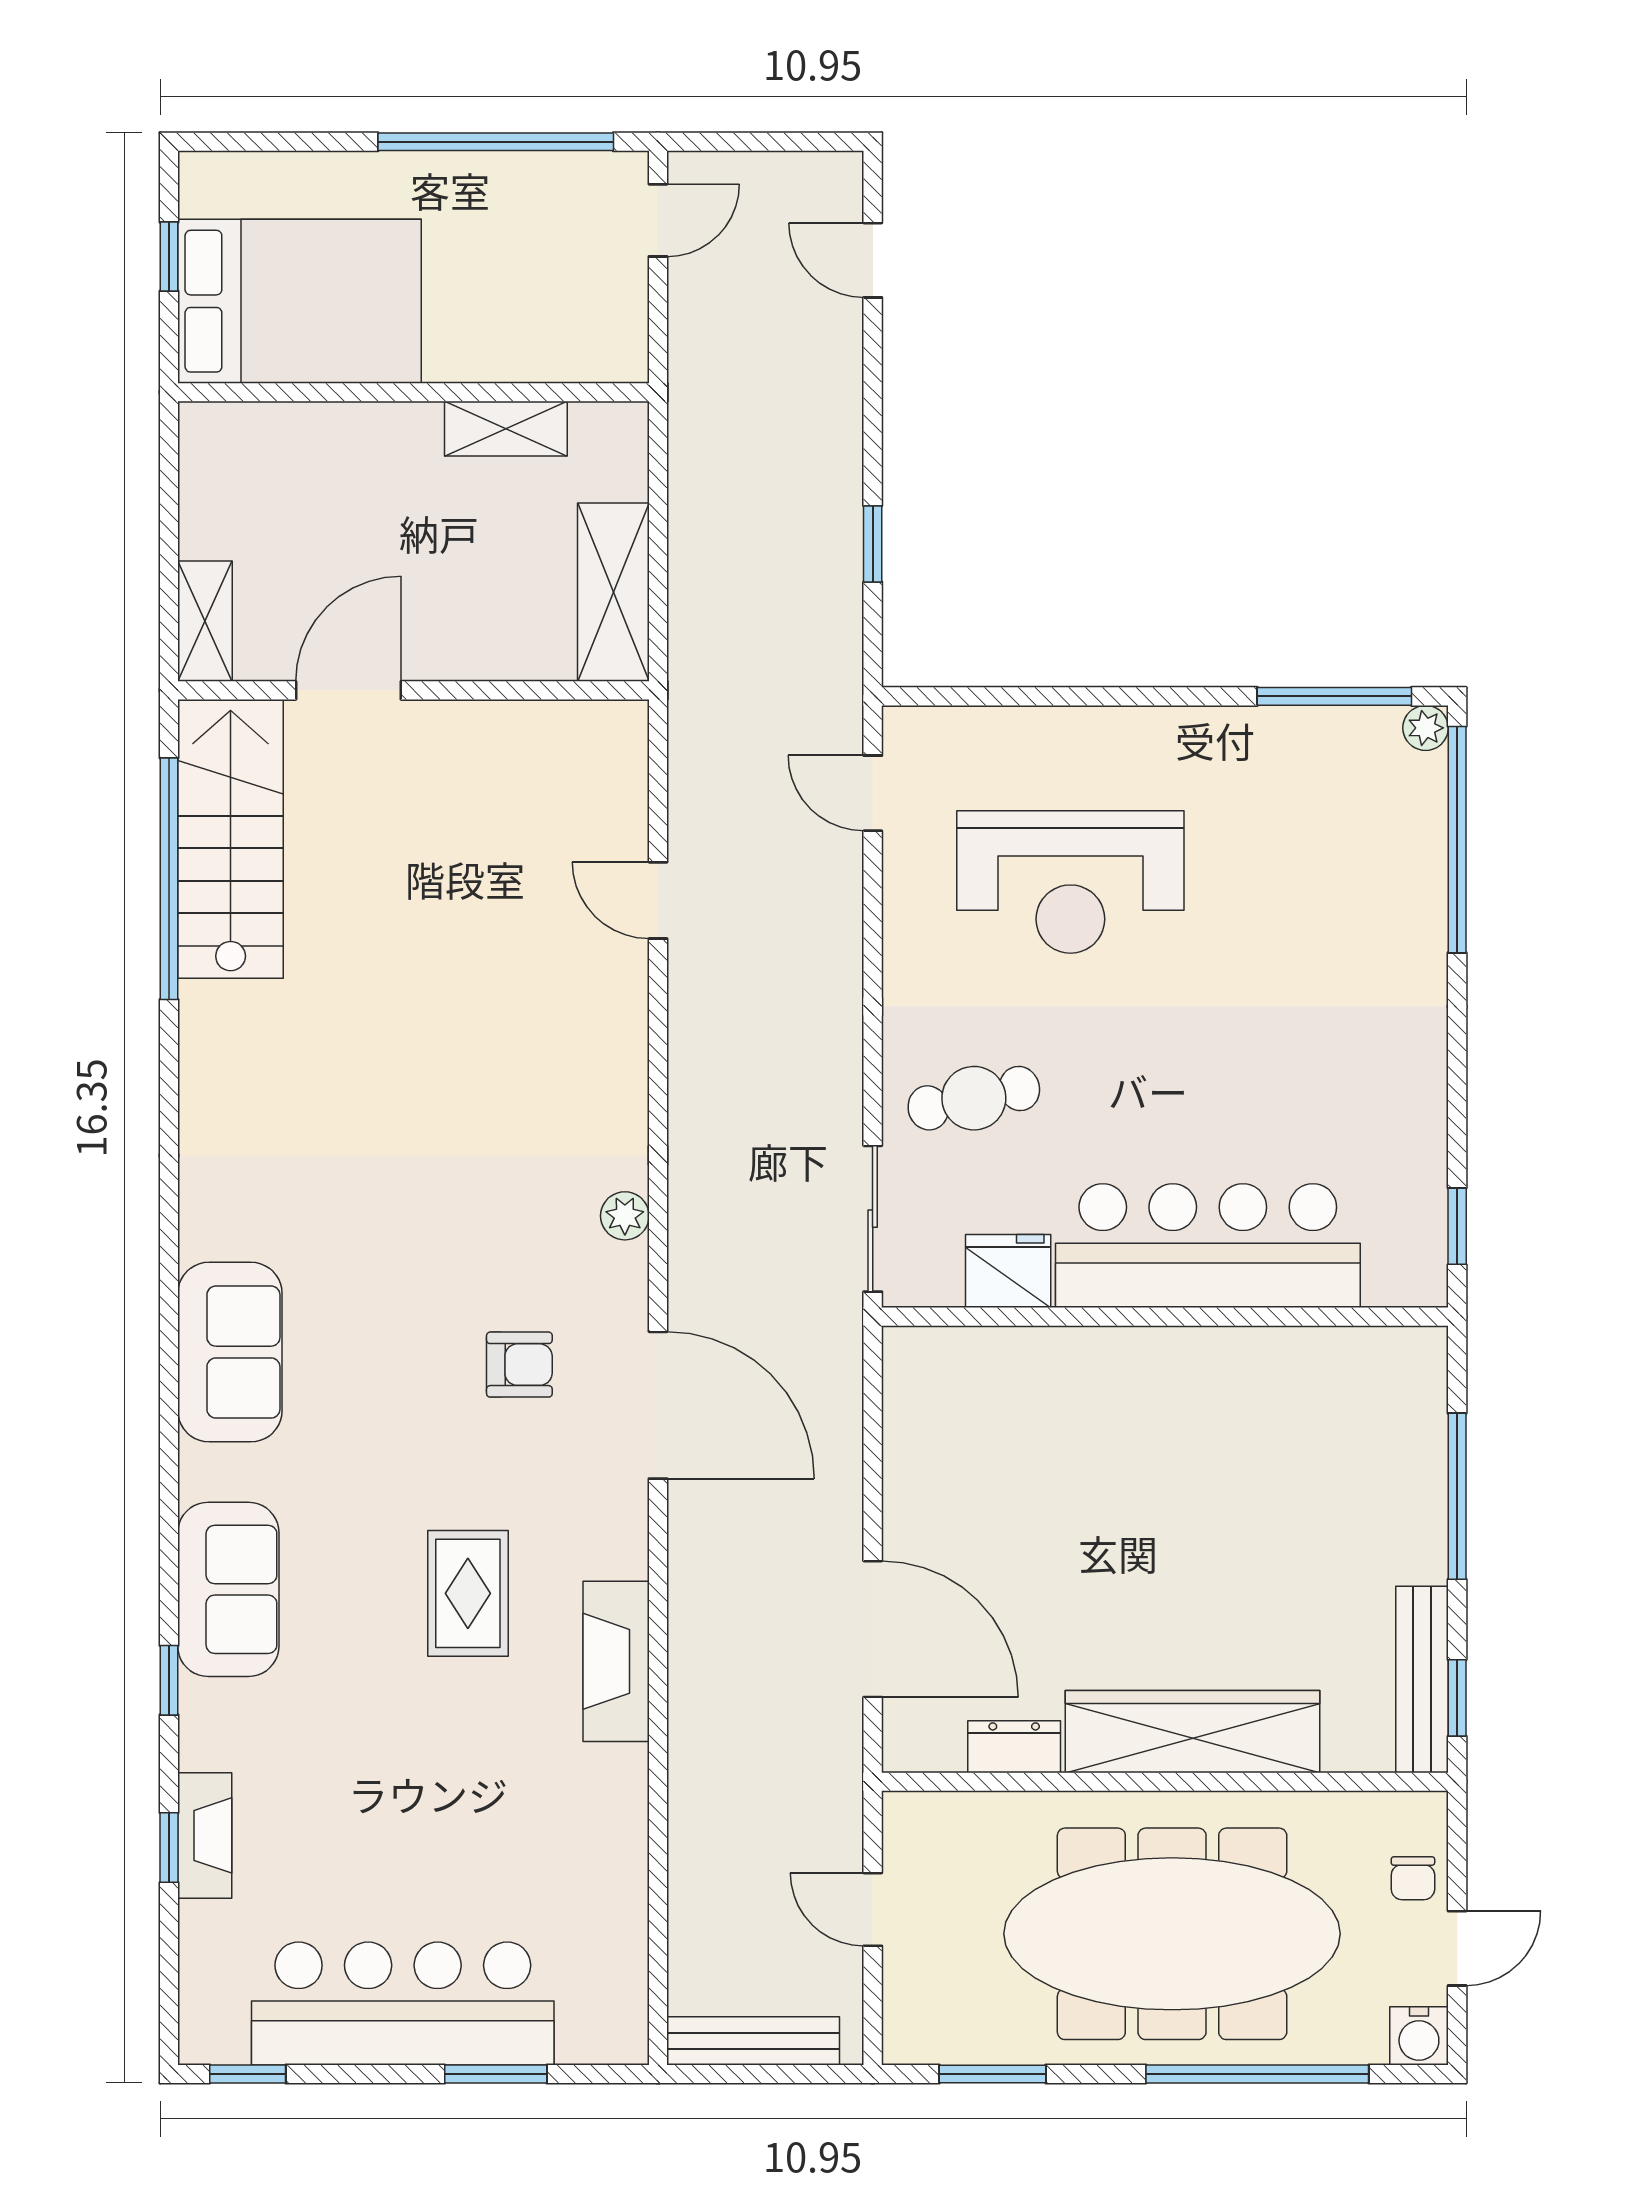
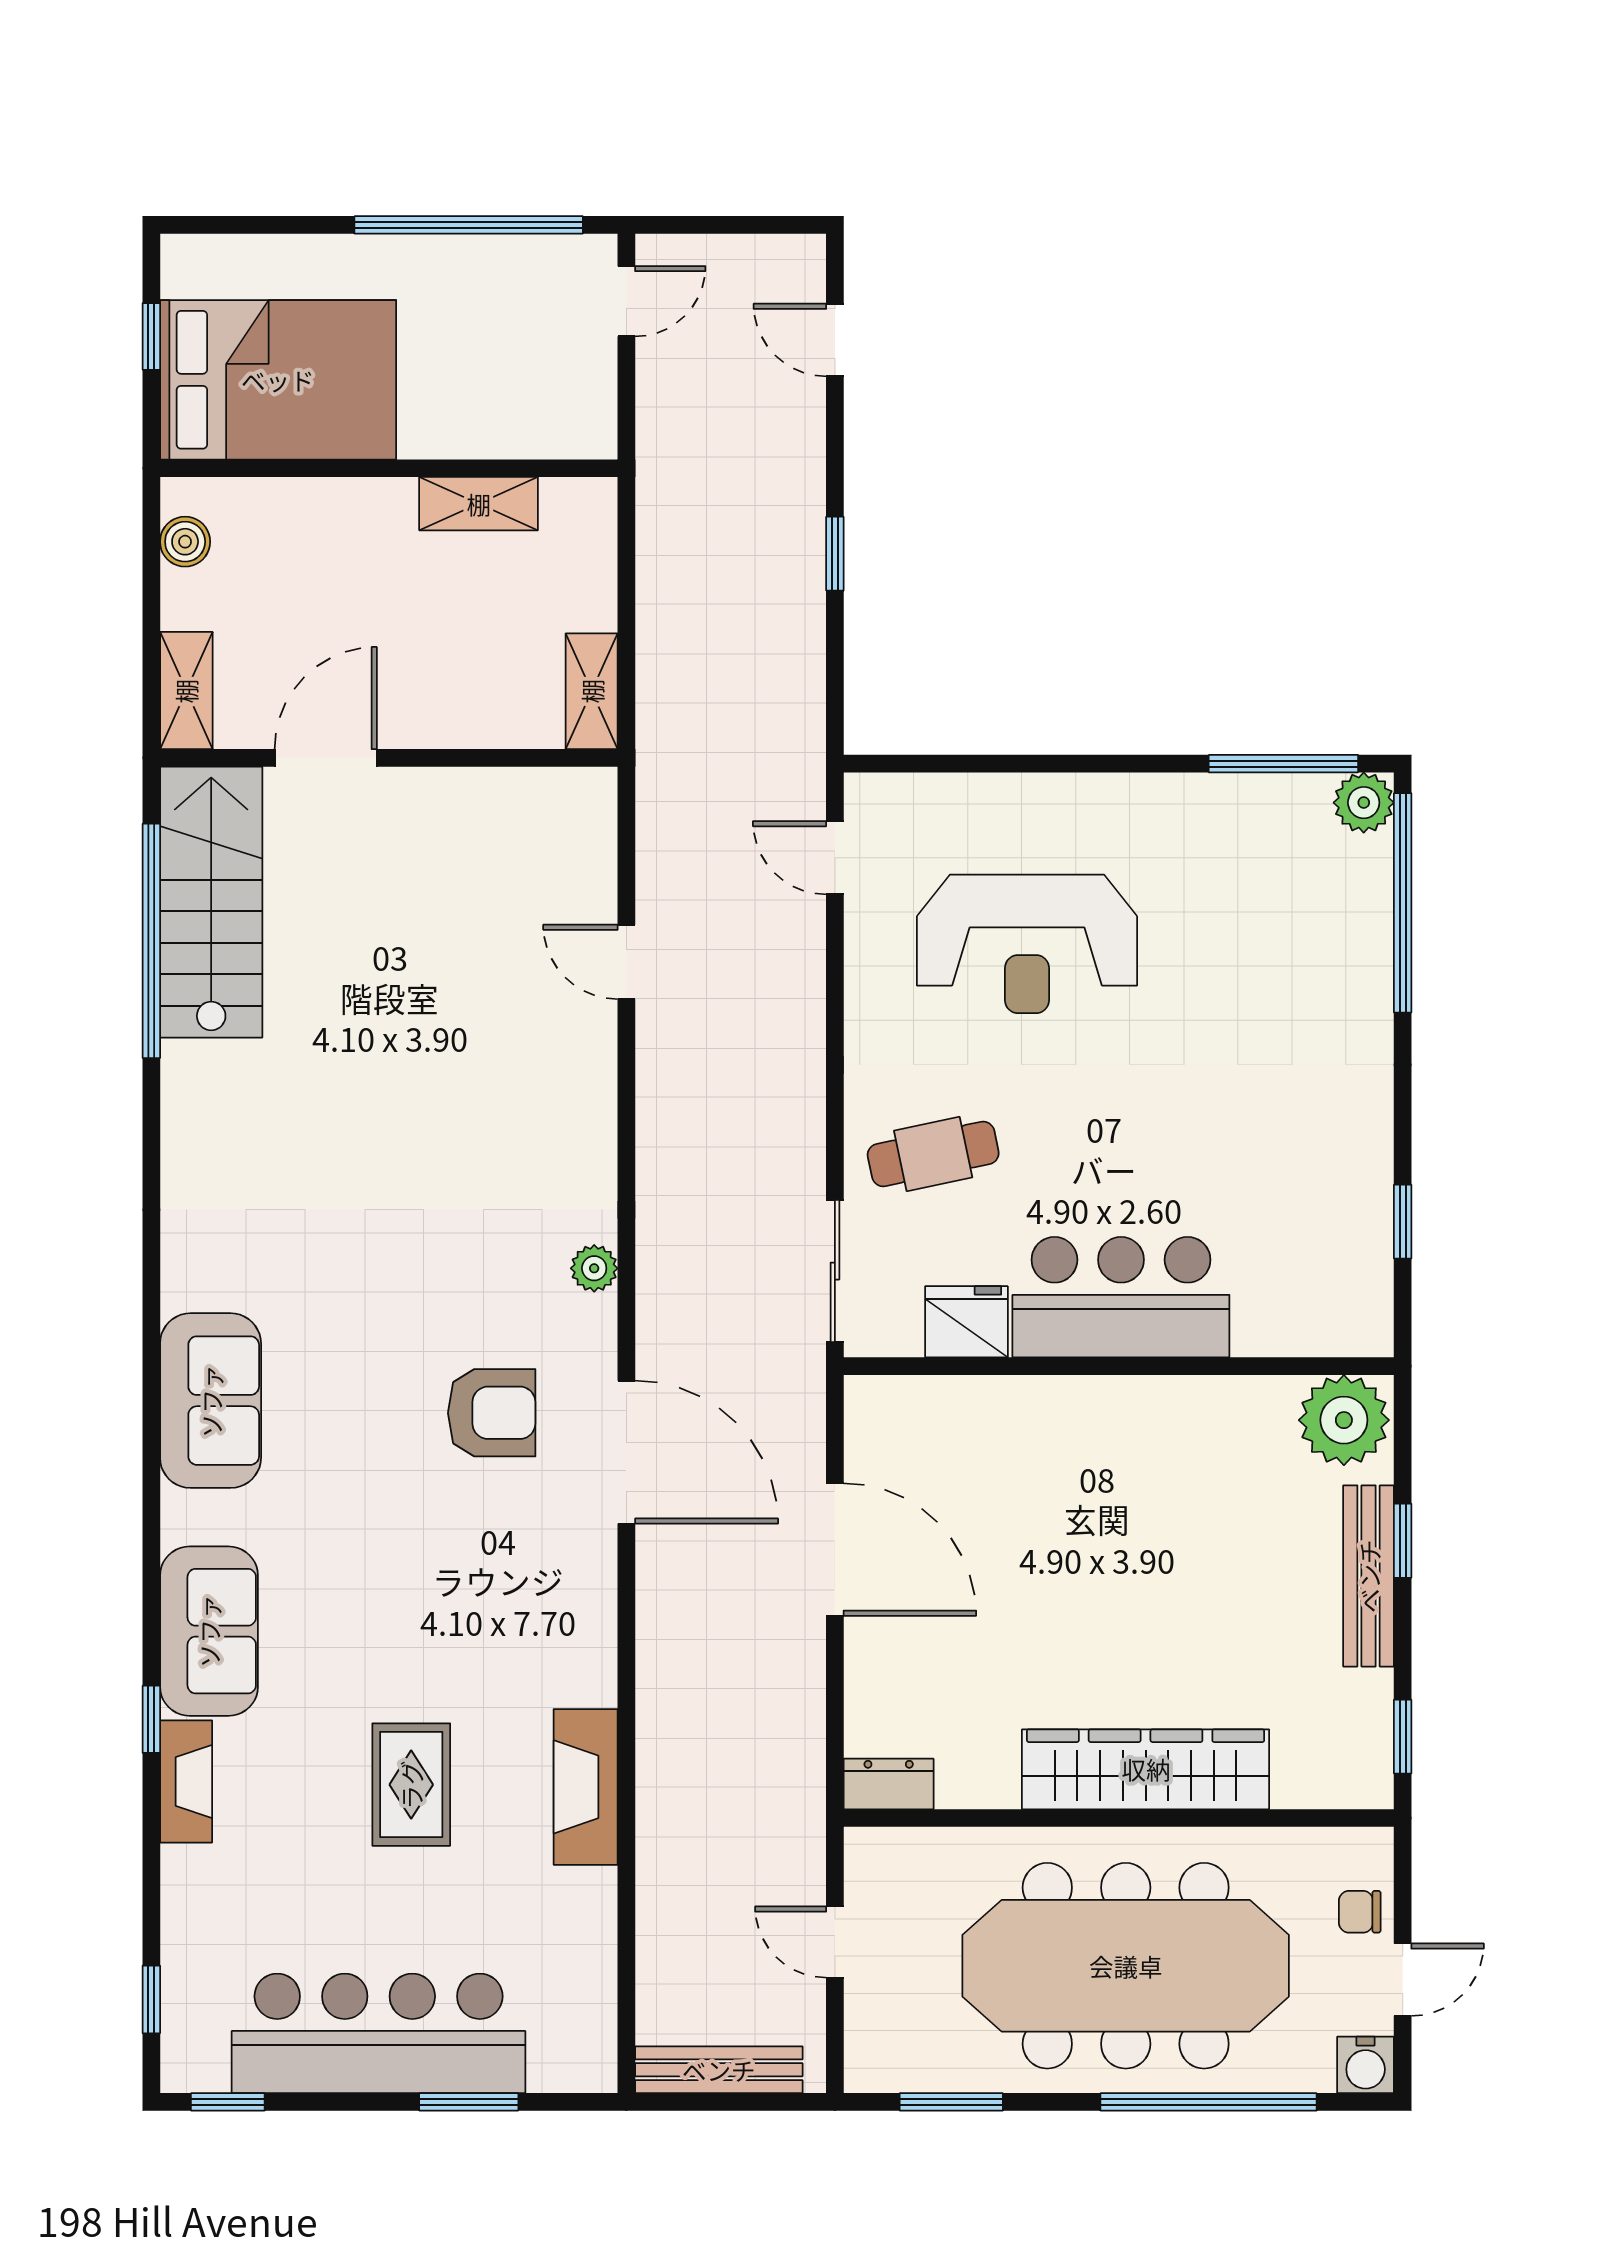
boiler: (204, 468) -> (185, 542), added
window: (873, 544) -> (835, 554), moved
shelving: (613, 592) -> (592, 691), width x0.67, depth x0.75
plant: (1426, 728) -> (1364, 803), width x1.38, depth x1.38
window: (1457, 1226) -> (1403, 1222), moved
bar counter: (1208, 1246) -> (1121, 1297), width x0.73
armchair: (519, 1365) -> (492, 1413), width x1.38, depth x1.38
plant: (1397, 1372) -> (1344, 1420), added
window: (1457, 1496) -> (1403, 1541), width x0.46
rug: (468, 1593) -> (411, 1785), moved
door: (873, 1629) -> (835, 1550), moved
fireplace: (616, 1661) -> (586, 1787), moved
bench: (1422, 1679) -> (1369, 1576), moved
dresser: (1014, 1747) -> (889, 1784), moved
fireplace: (205, 1835) -> (186, 1782), moved
window: (169, 1848) -> (151, 1999), moved
chair: (1413, 1878) -> (1360, 1912), turned 90

